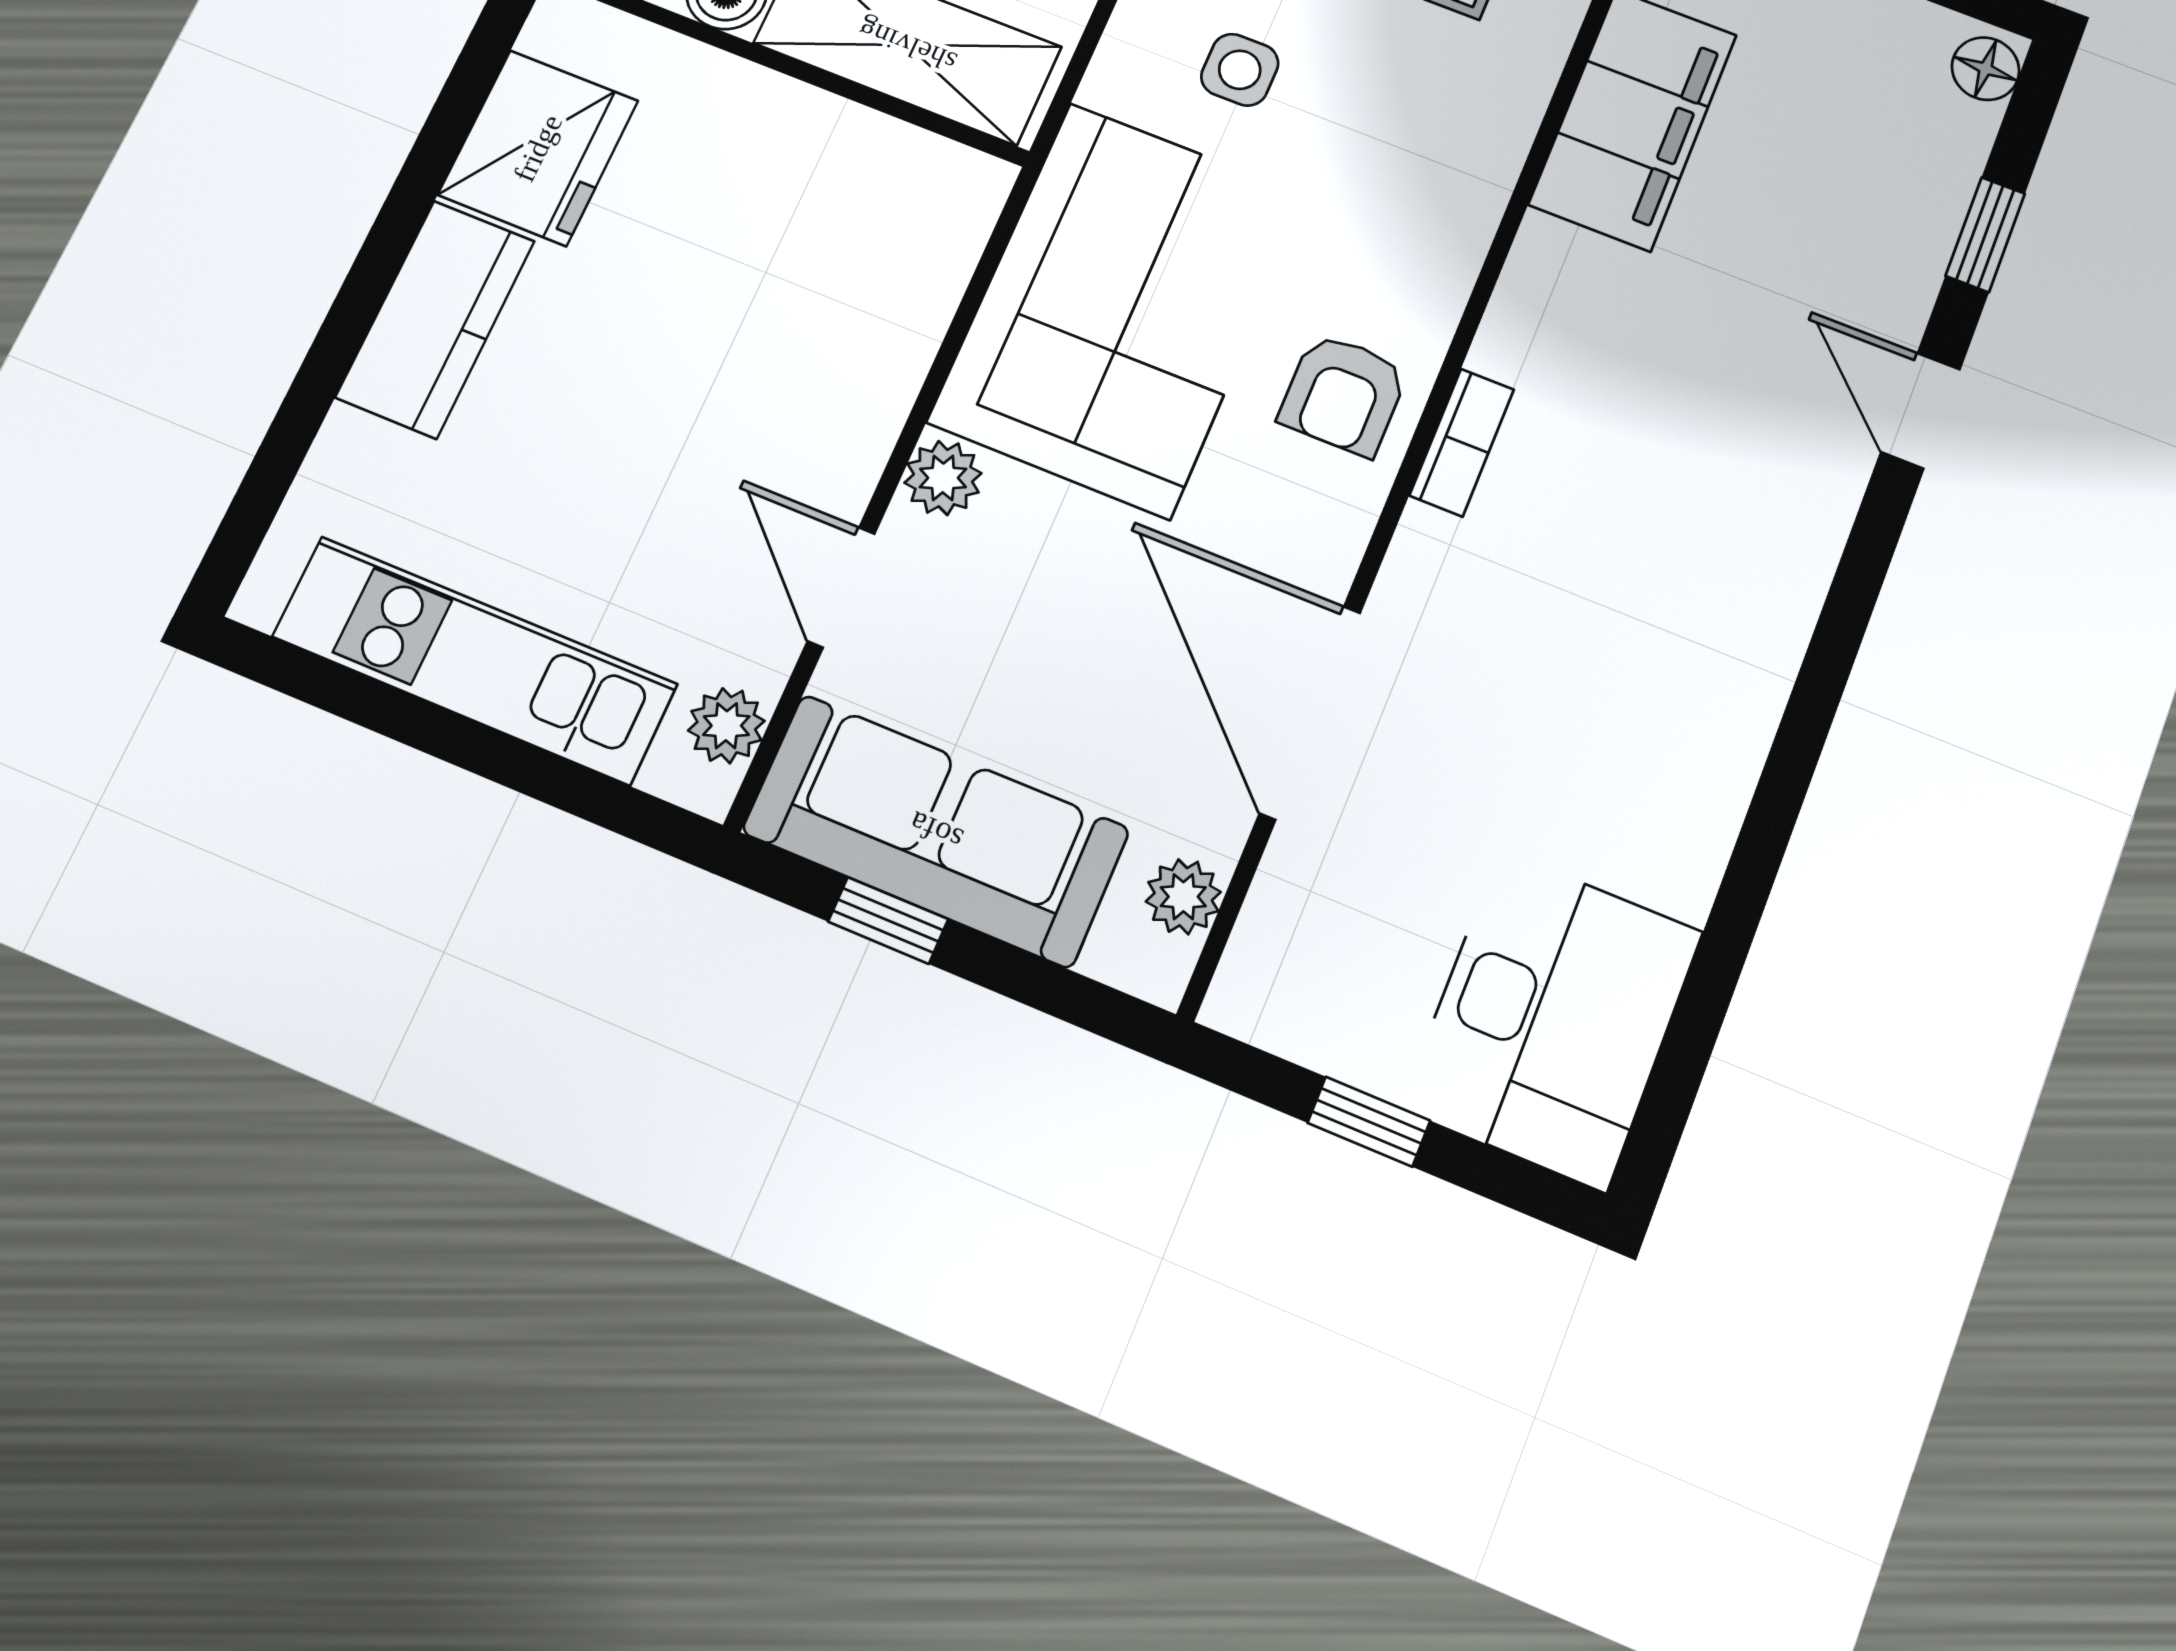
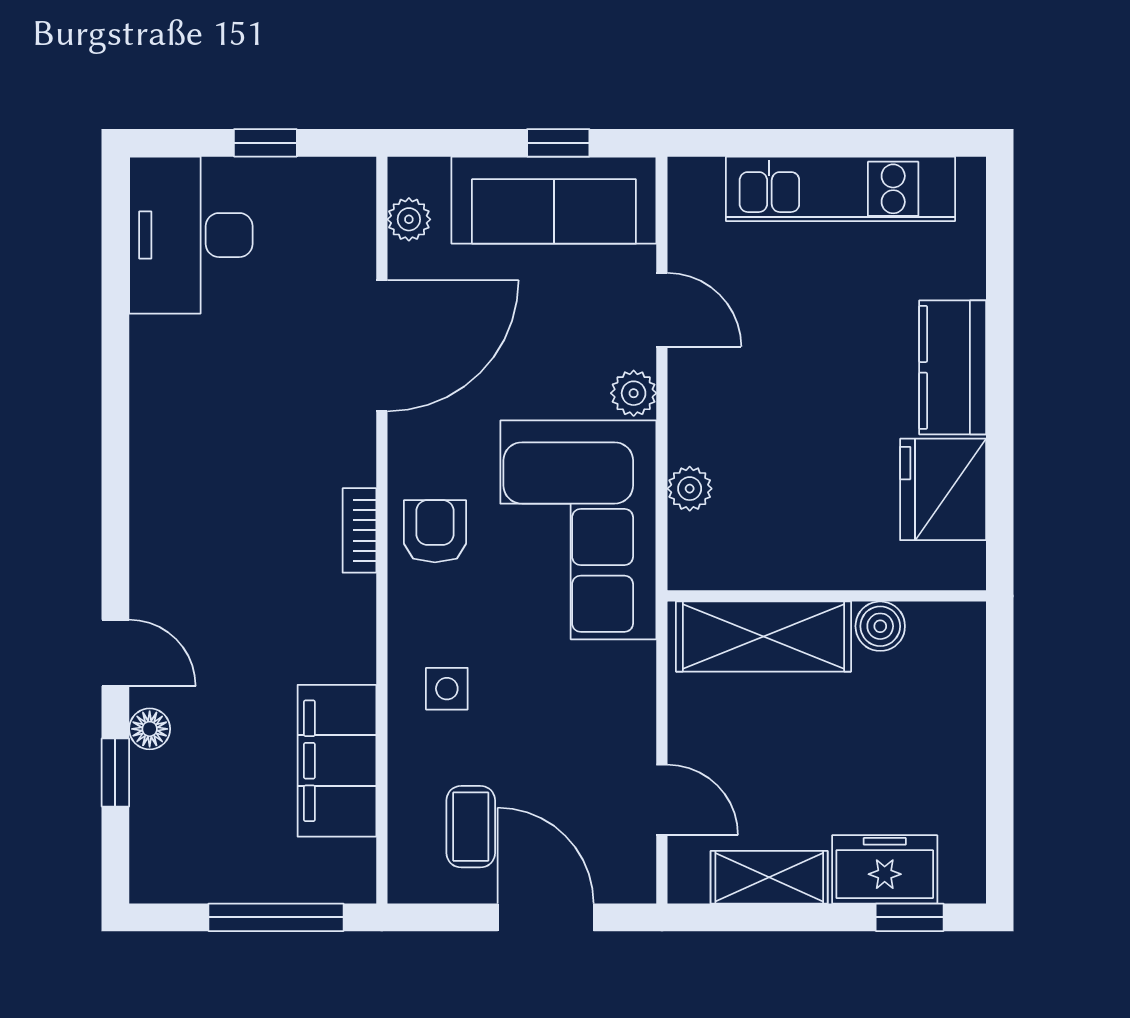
floor lamp: (1986, 69) -> (150, 729), moved
side table: (1240, 70) -> (447, 689), moved
door: (1310, 712) -> (382, 346), hinge flipped
plant: (726, 726) -> (690, 489), moved

